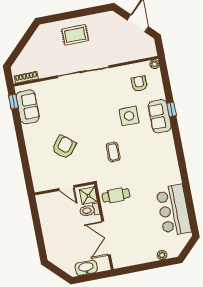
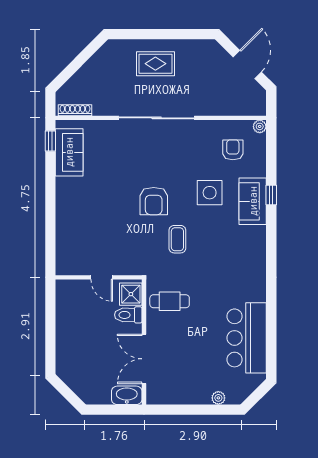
armchair: (64, 147) -> (154, 201), moved, turned 143
washbasin: (86, 268) -> (127, 395), moved

